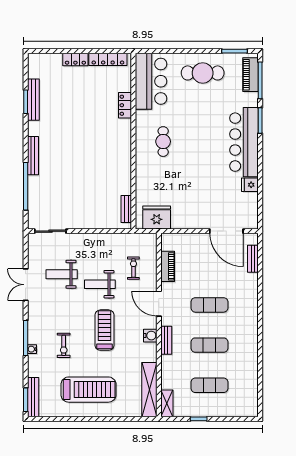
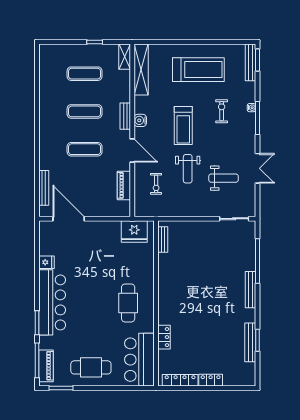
cafe table: (163, 142) -> (128, 303), width x1.37, depth x1.35
bench: (253, 259) -> (44, 188), width x1.36
weight bench: (100, 284) -> (188, 169), turned 90
treadmill: (89, 390) -> (198, 70), turned 180

